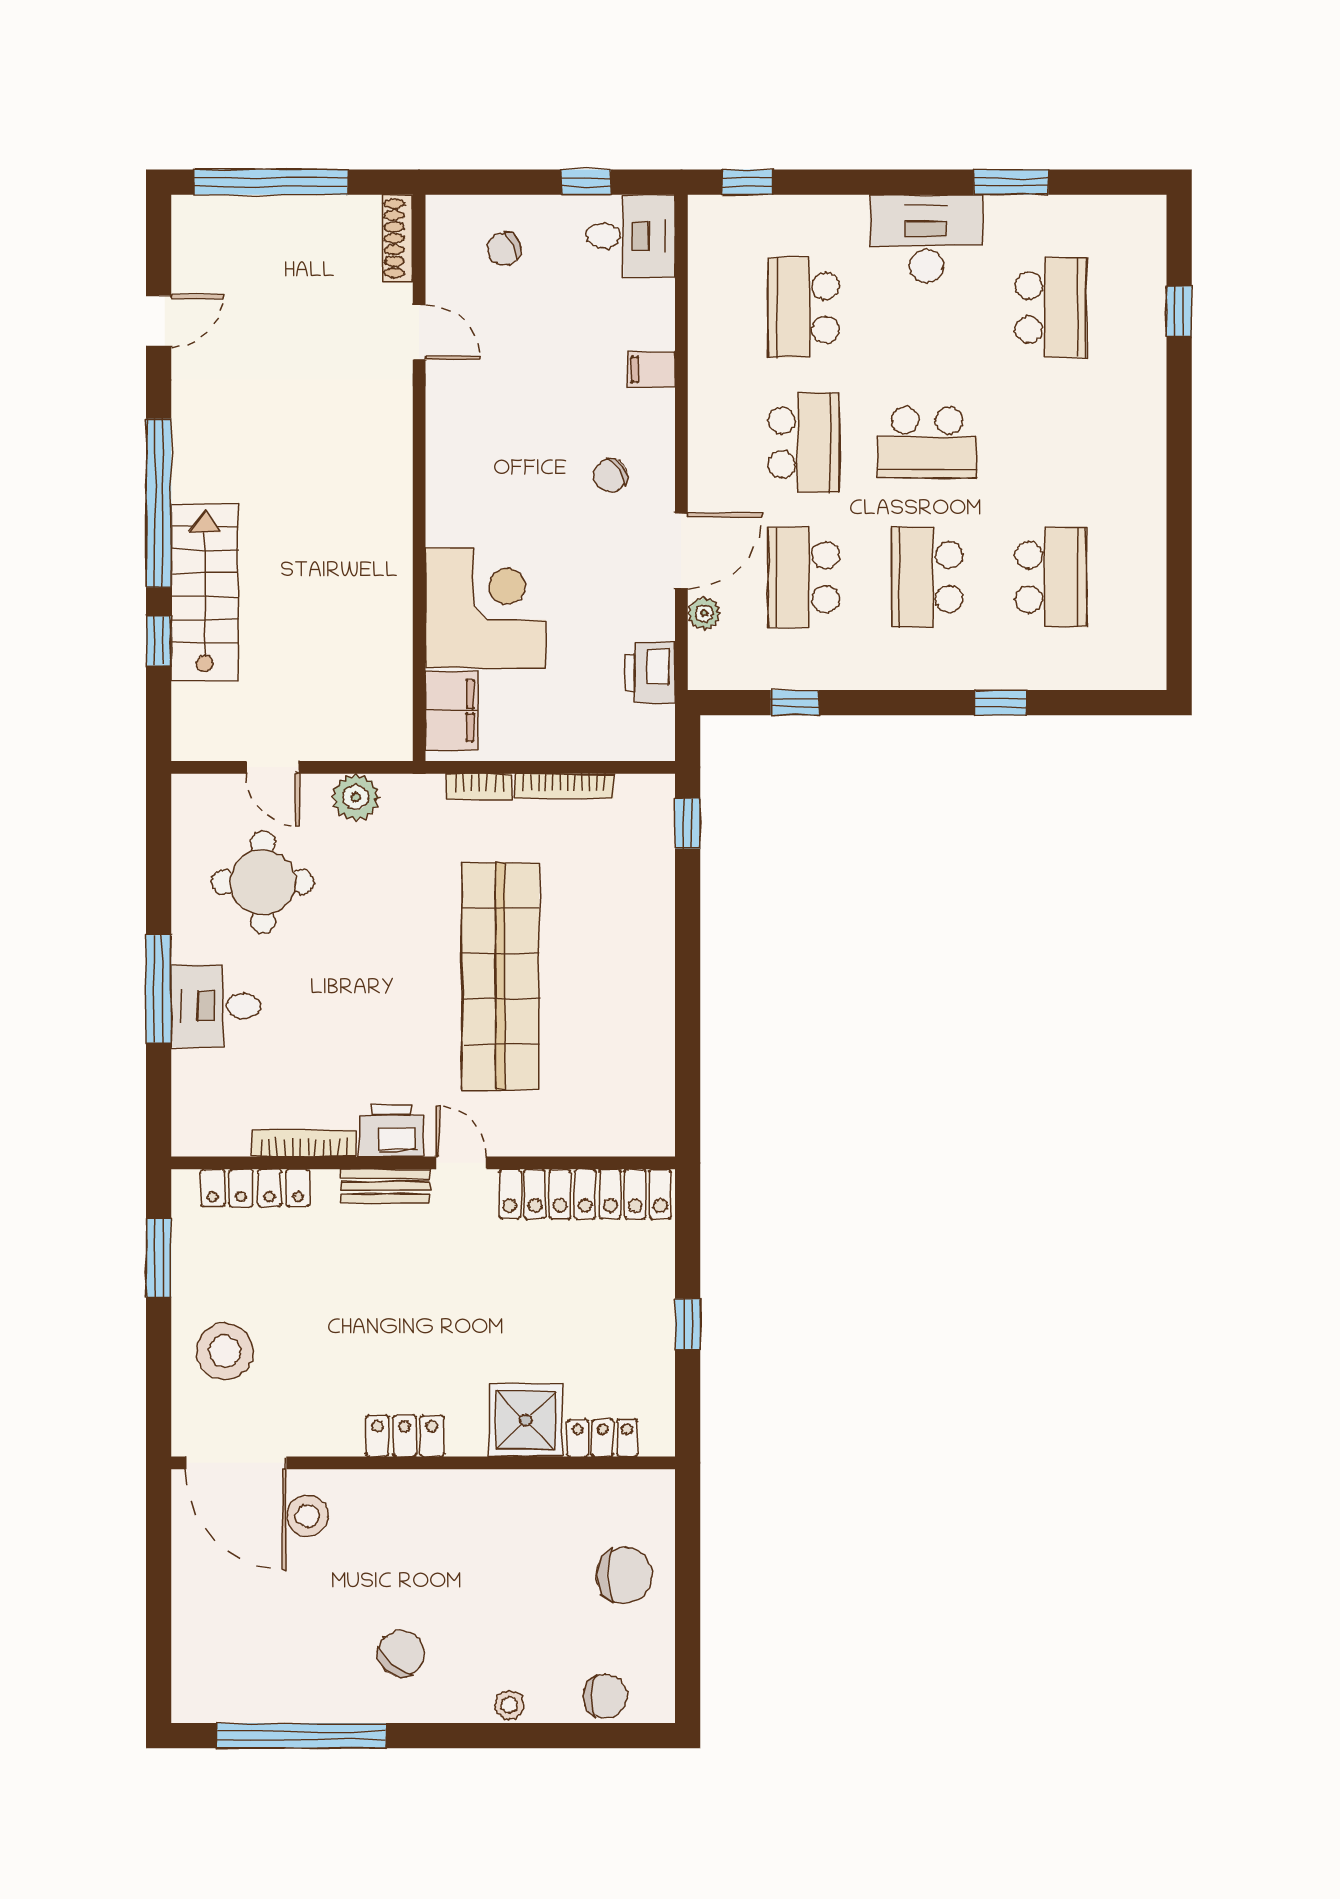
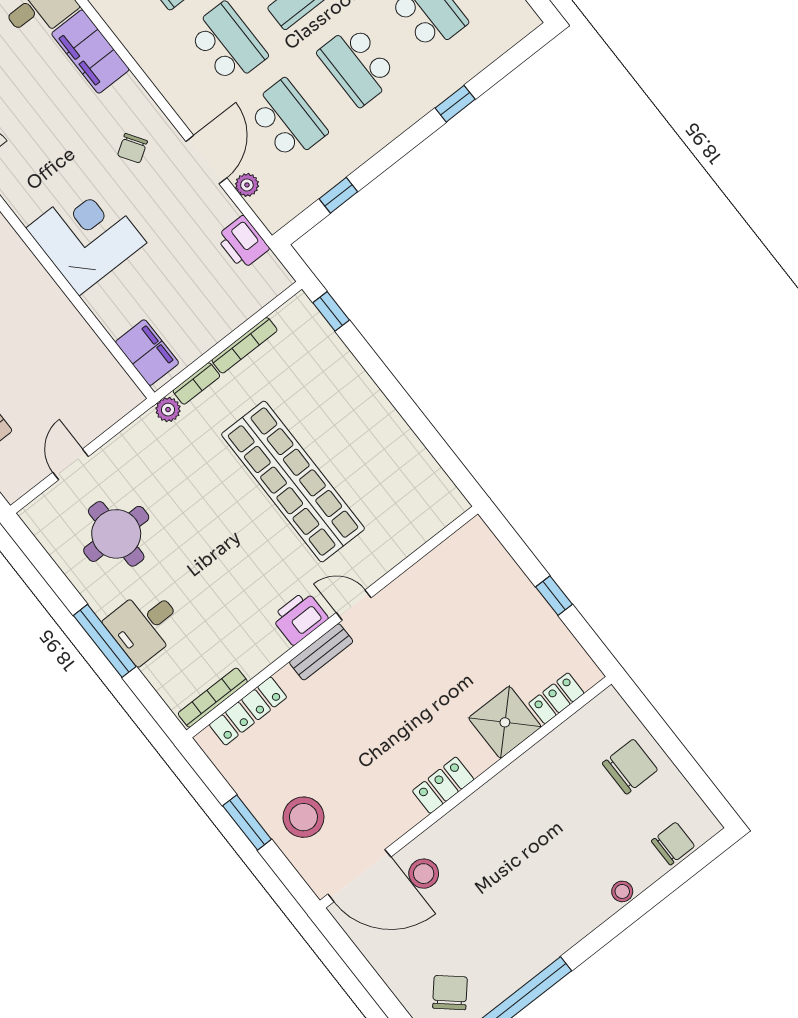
filing cabinet: (651, 370) -> (90, 52), width x3.00, depth x1.17
school desk: (804, 577) -> (287, 120), turned 180
corner desk: (485, 608) -> (86, 235), moved
door: (273, 767) -> (71, 464), swing flipped
plant: (356, 797) -> (168, 410), moved, width x0.73, depth x0.73
bookcase: (304, 1143) -> (213, 698), moved
locker: (585, 1194) -> (438, 568), removed
window: (159, 1258) -> (247, 823), moved
chair: (401, 1654) -> (450, 993), moved

